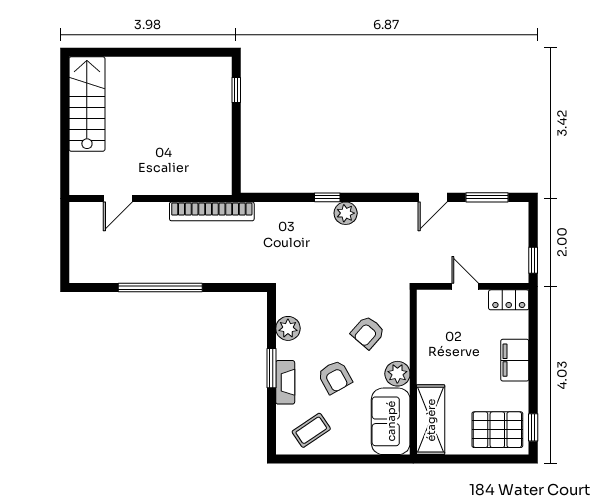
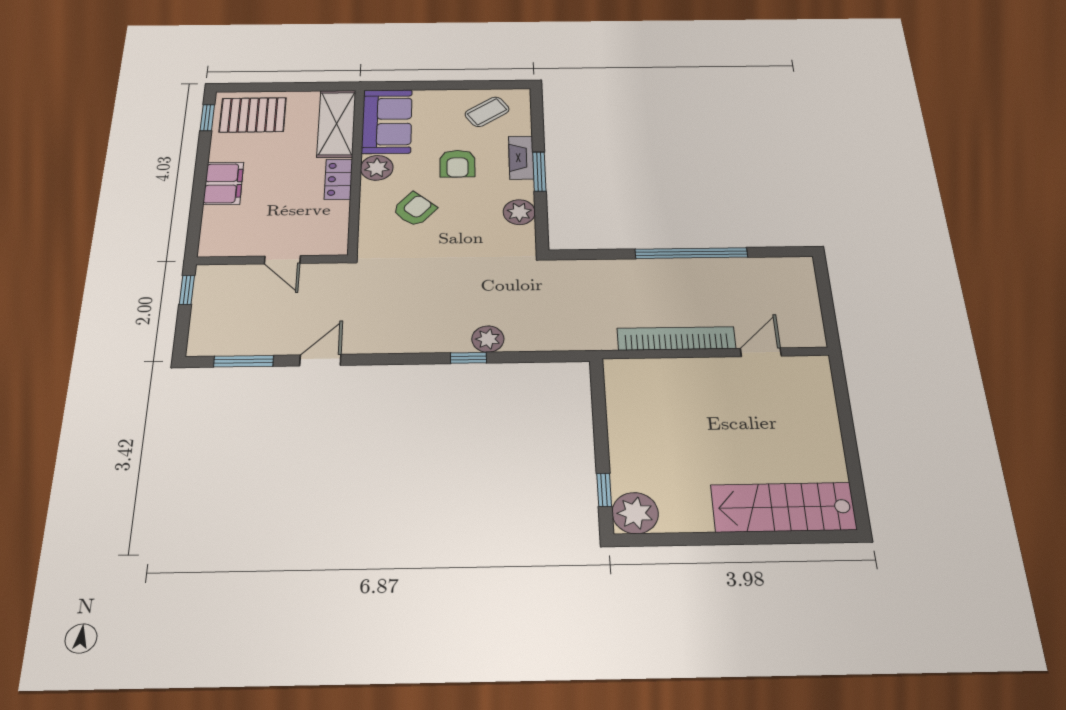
plant: (216, 72) -> (635, 513), added
stairs: (87, 104) -> (783, 507), moved, turned 90
bookcase: (212, 211) -> (676, 338), moved
plant: (346, 213) -> (488, 339), moved
locker: (509, 300) -> (338, 179), moved, turned -90
armchair: (335, 377) -> (457, 164), turned -151

